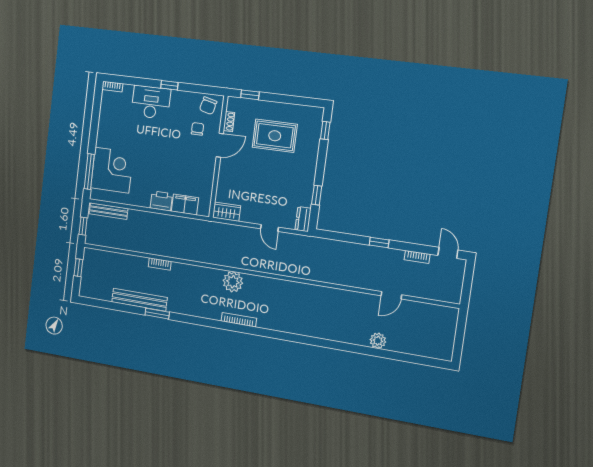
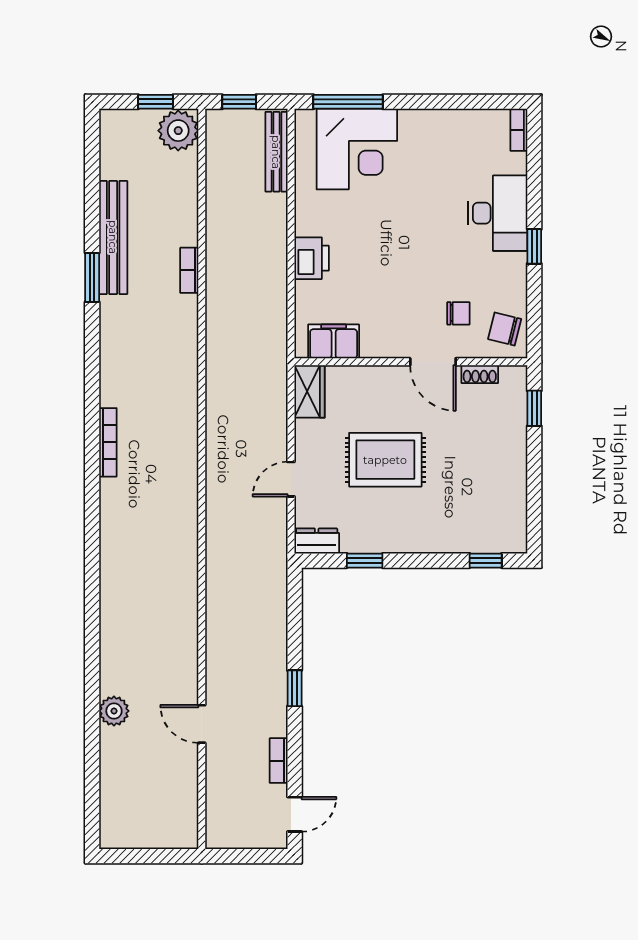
rug: (275, 136) -> (385, 460), moved, turned 90
filing cabinet: (185, 205) -> (334, 341), moved, turned -90
plant: (233, 282) -> (178, 131), moved

